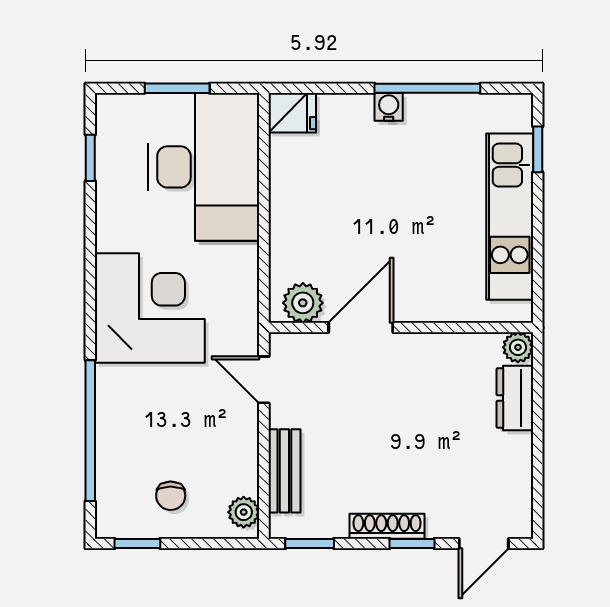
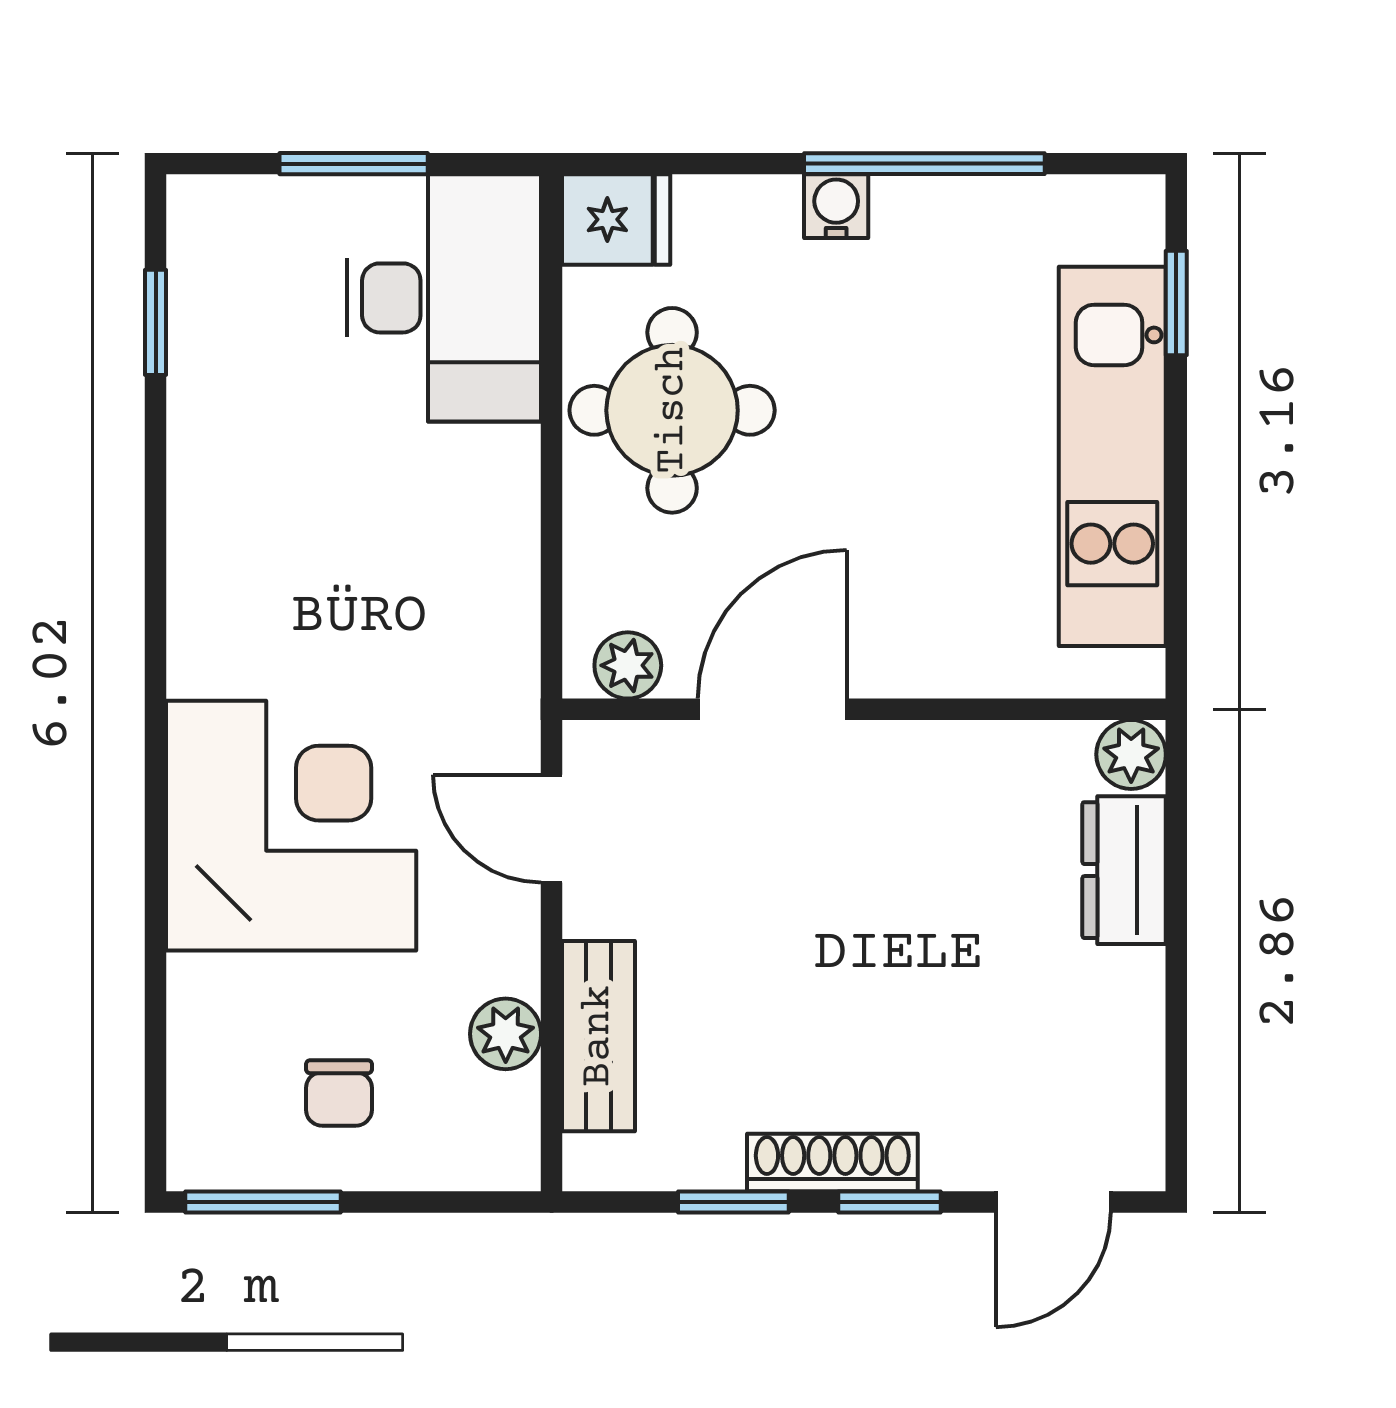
desk: (204, 167) -> (444, 298), width x0.73, depth x0.77
round table: (317, 196) -> (672, 410), added
plant: (303, 303) -> (628, 665), width x0.73, depth x0.73
corner desk: (150, 308) -> (291, 826), moved
window: (90, 431) -> (156, 945), removed
plant: (244, 512) -> (506, 1034), moved
window: (137, 544) -> (263, 1202), width x1.50
window: (310, 544) -> (733, 1202), moved

